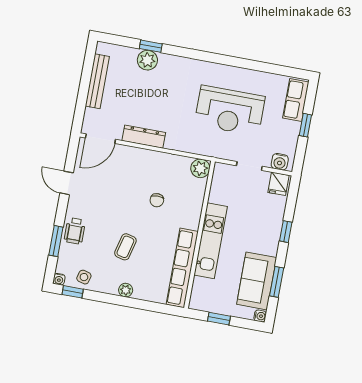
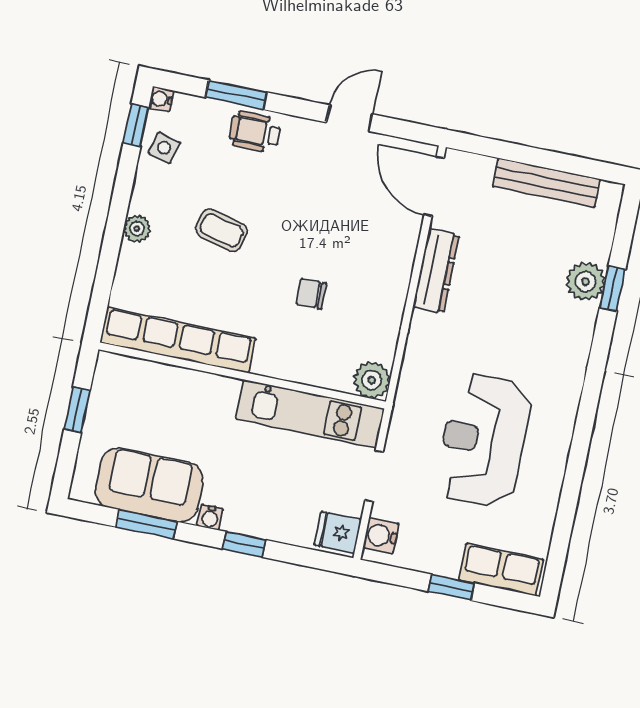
kitchen unit: (211, 241) -> (310, 414), moved
water cooler: (260, 316) -> (210, 517), moved

